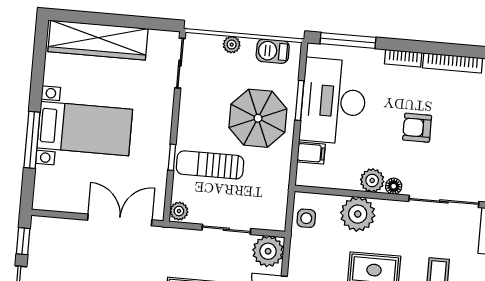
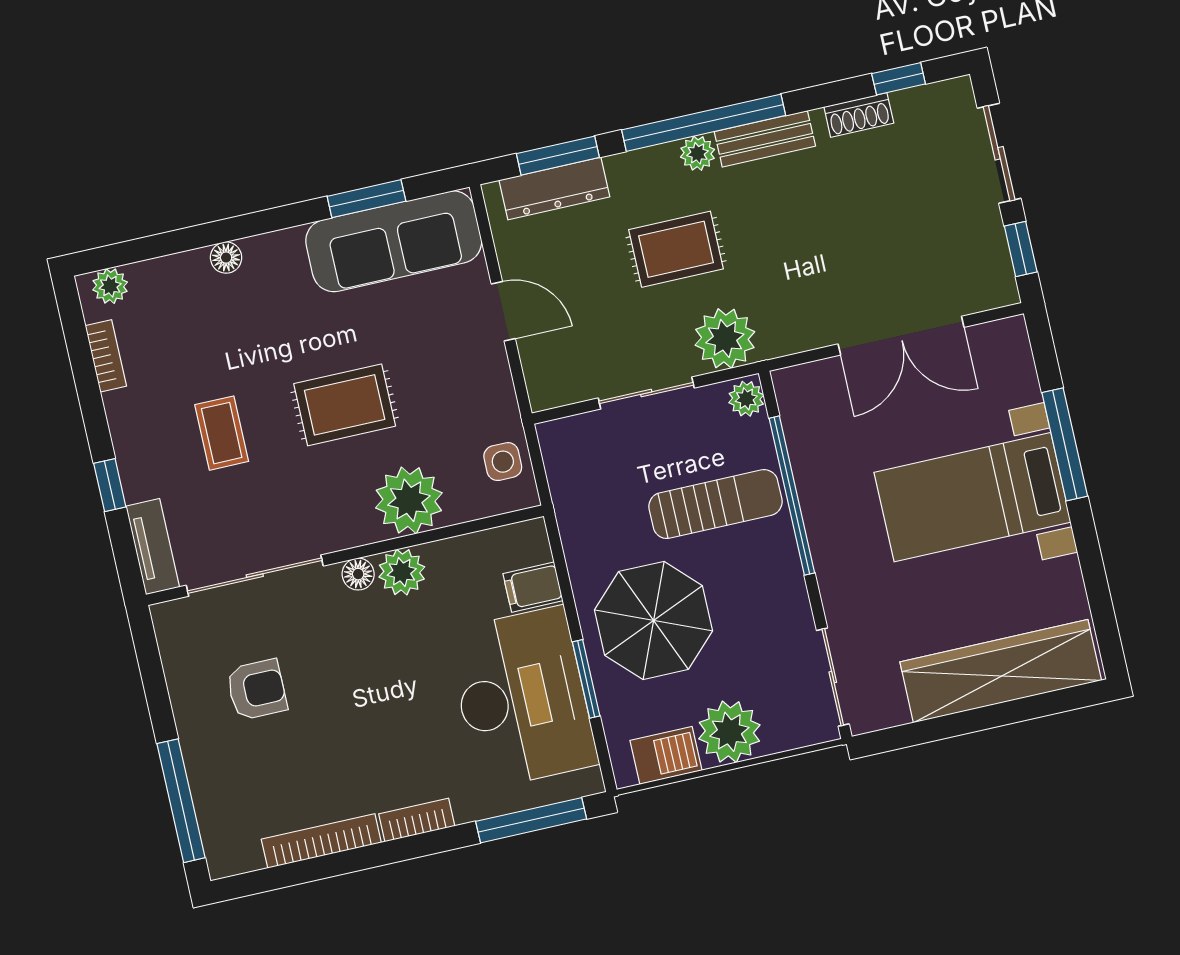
plant: (232, 45) -> (729, 732), width x1.88, depth x1.88
armchair: (417, 128) -> (257, 690), moved
window: (172, 157) -> (792, 496), width x3.17
double door: (120, 220) -> (901, 336), moved
plant: (268, 251) -> (725, 338), moved

